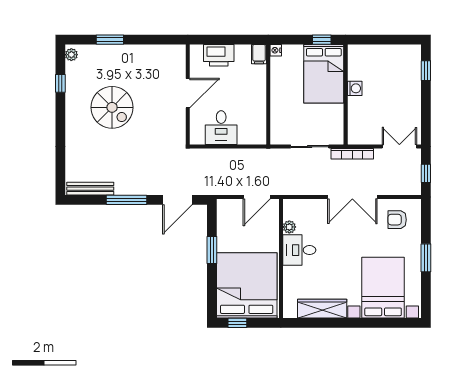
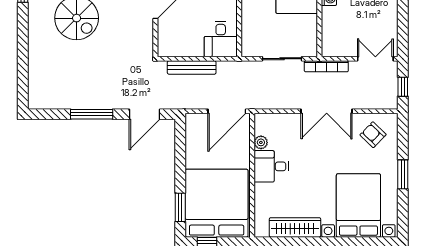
desk: (221, 128) -> (221, 39), moved
bench: (90, 189) -> (192, 68), moved
door: (257, 197) -> (227, 111), width x1.36
armchair: (397, 220) -> (373, 135), turned 44
window: (212, 250) -> (180, 207), moved

